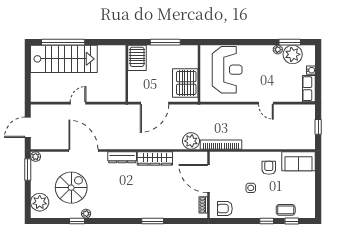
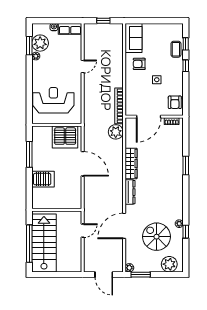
wall: (127, 73) -> (57, 210), moved
door: (78, 103) -> (83, 231), swing flipped

